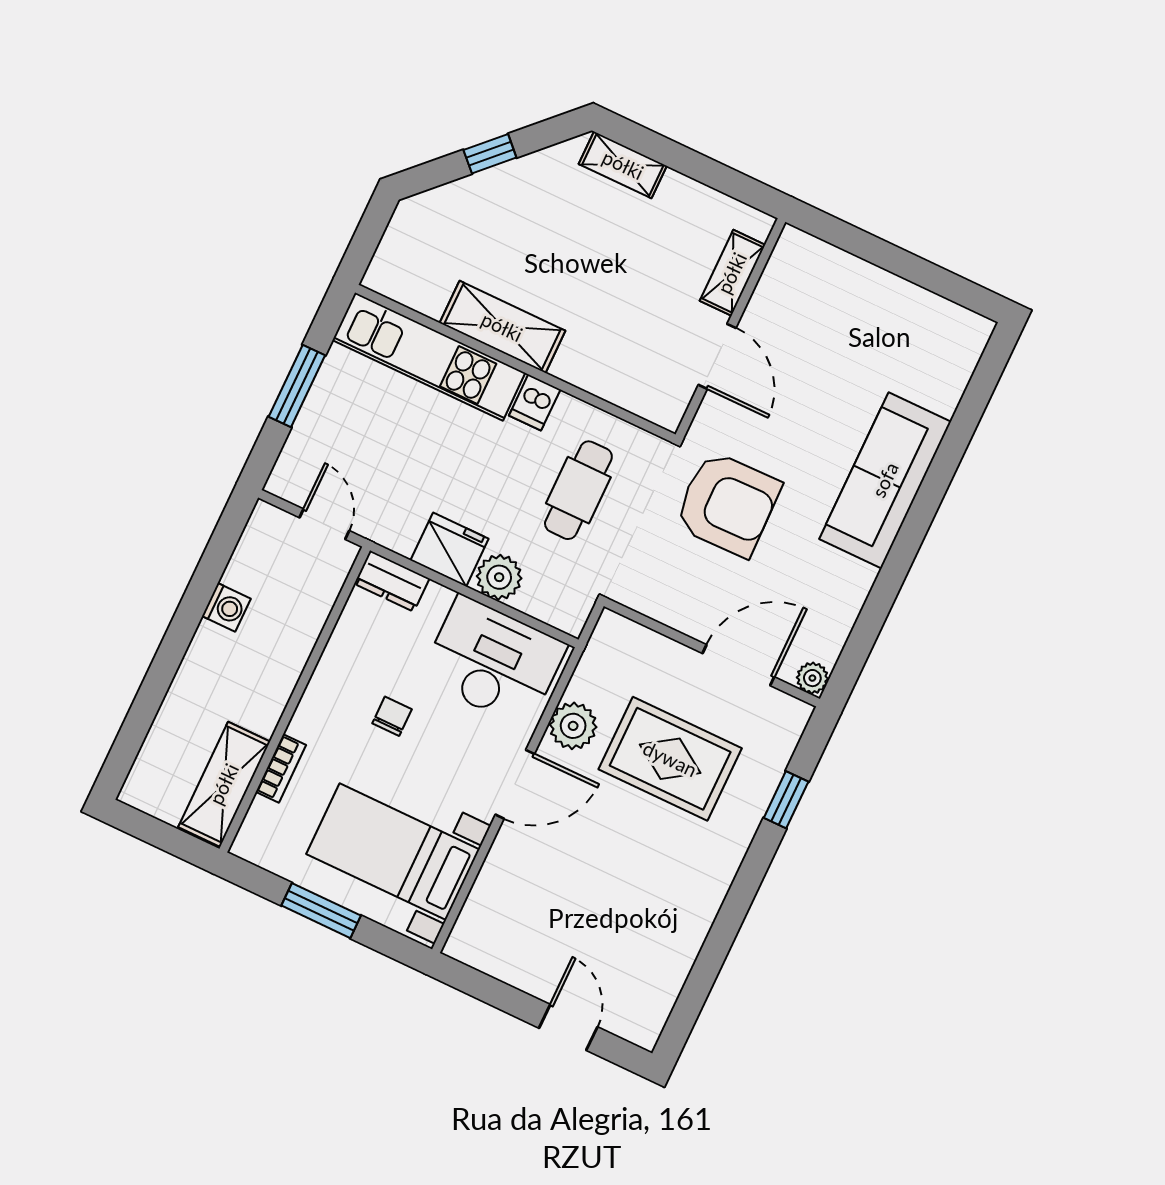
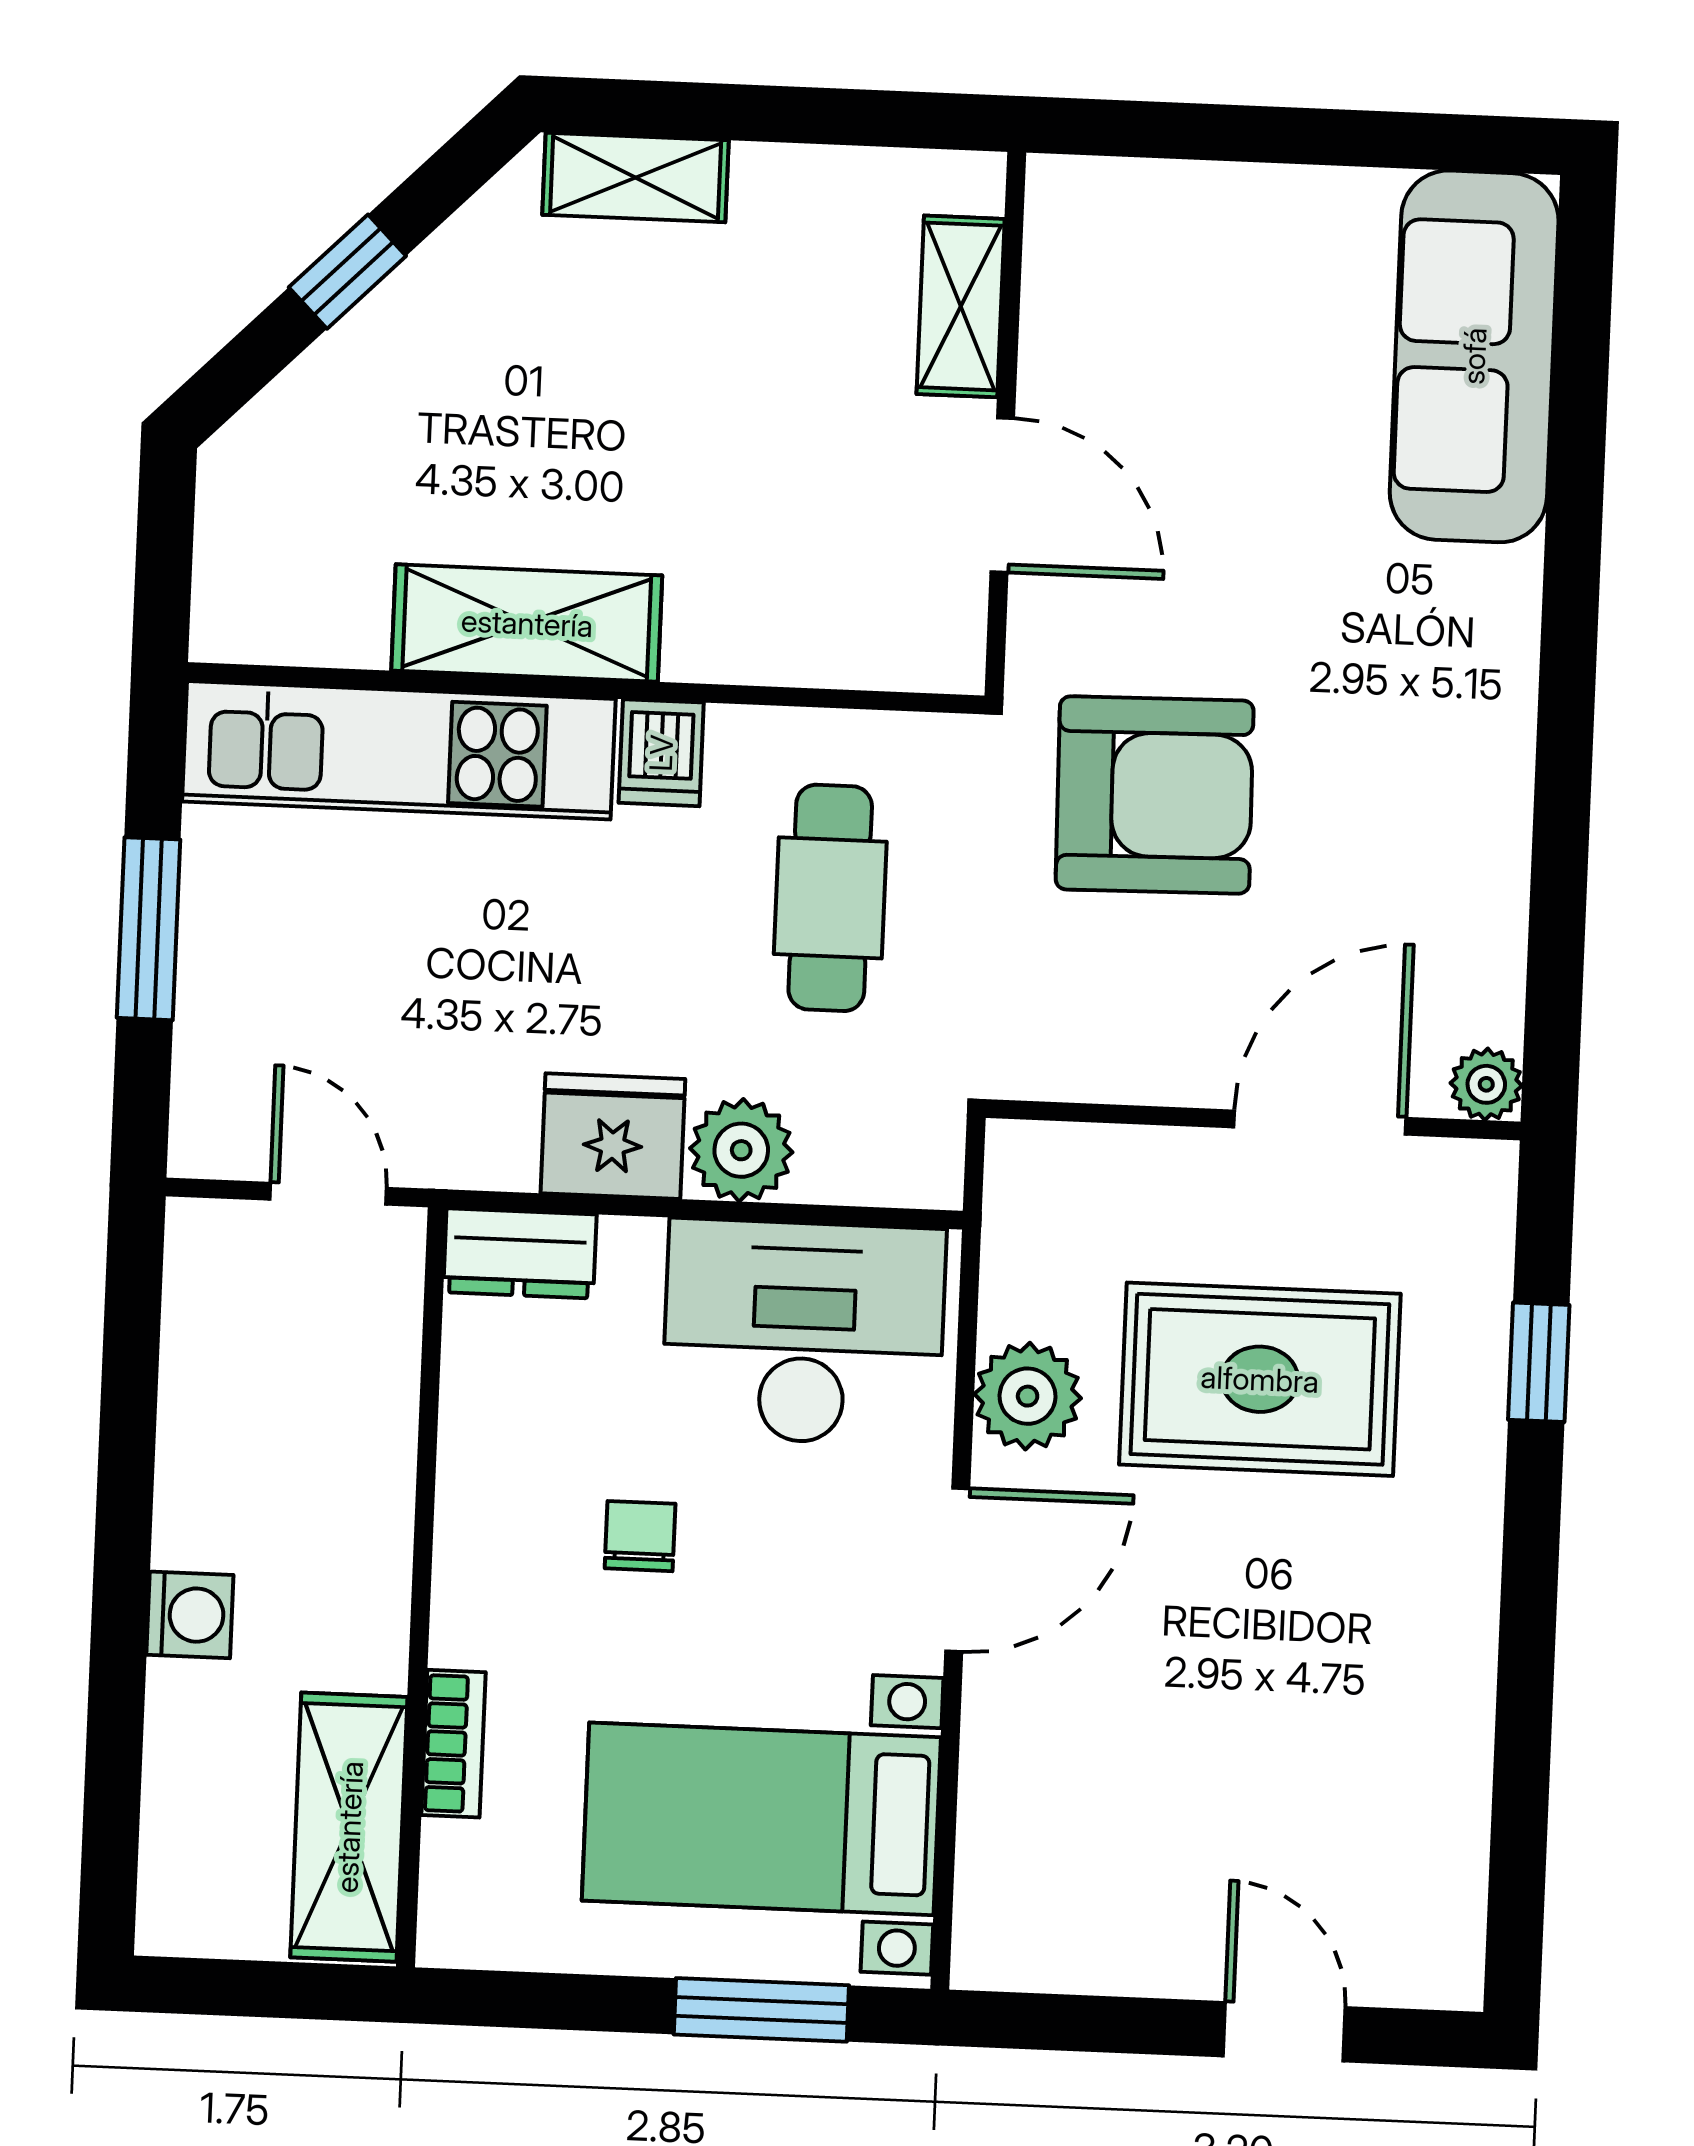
sofa: (885, 480) -> (1474, 356), moved
washing machine: (226, 607) -> (190, 1615), moved
window: (321, 911) -> (761, 2010), moved

